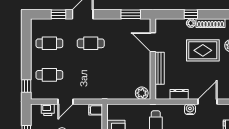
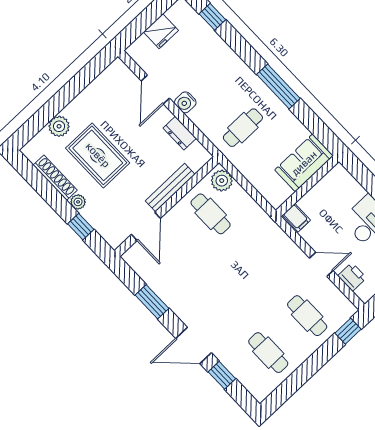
window: (131, 14) -> (152, 302), moved
window: (191, 14) -> (81, 227), moved
cafe table: (91, 43) -> (211, 214), moved
door: (208, 102) -> (155, 90), hinge flipped

